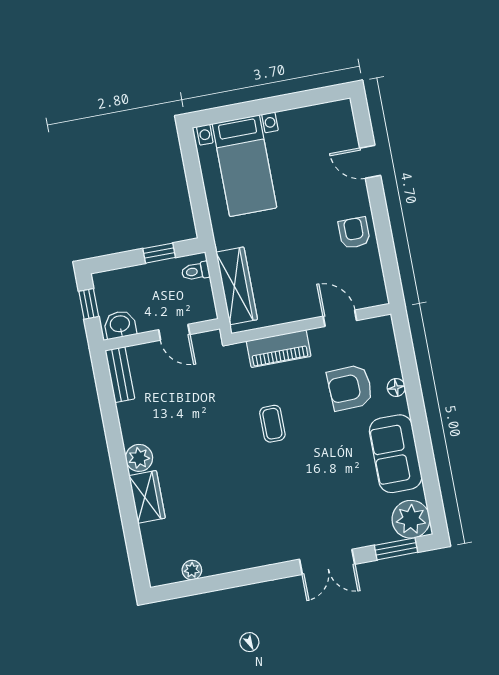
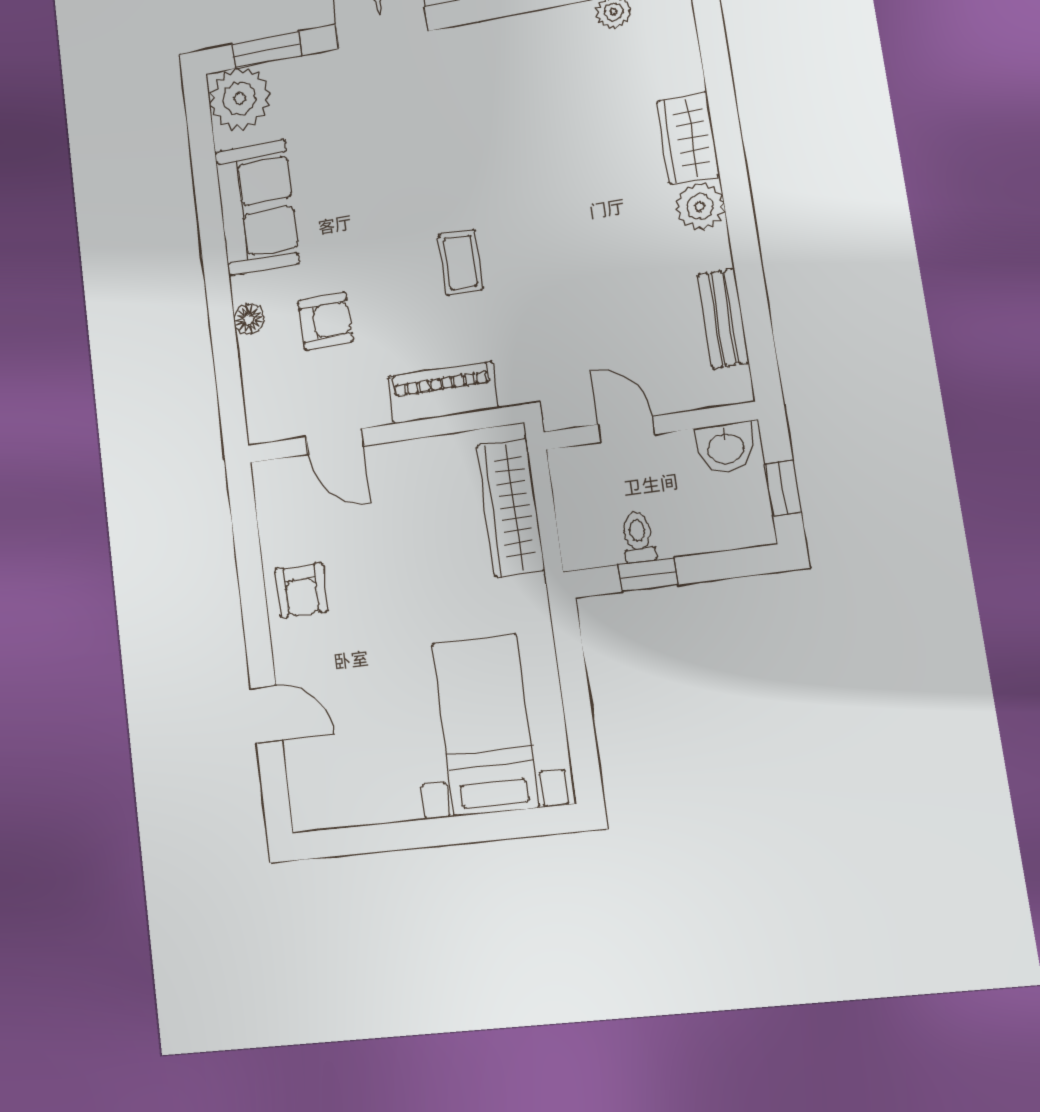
toilet: (196, 271) -> (638, 537), moved, turned -90
bench: (120, 375) -> (723, 318), moved
armchair: (350, 388) -> (325, 321), width x0.72, depth x0.72

